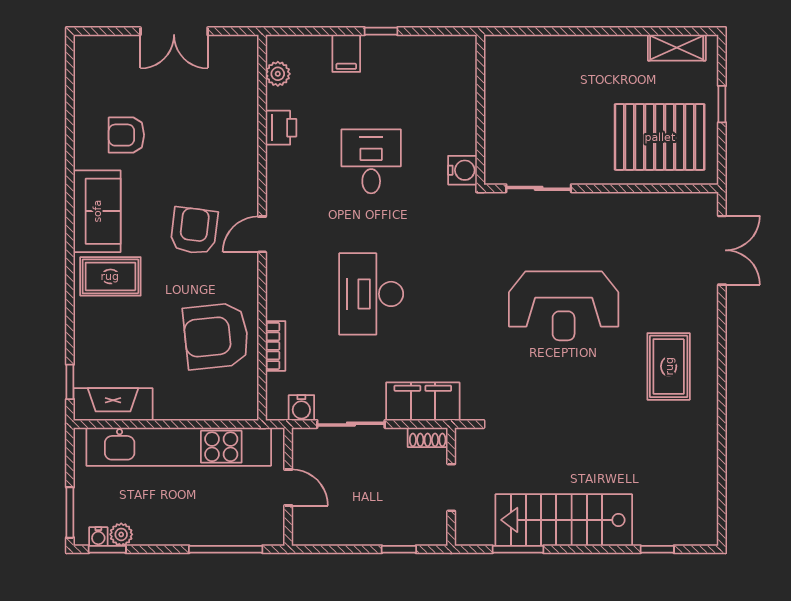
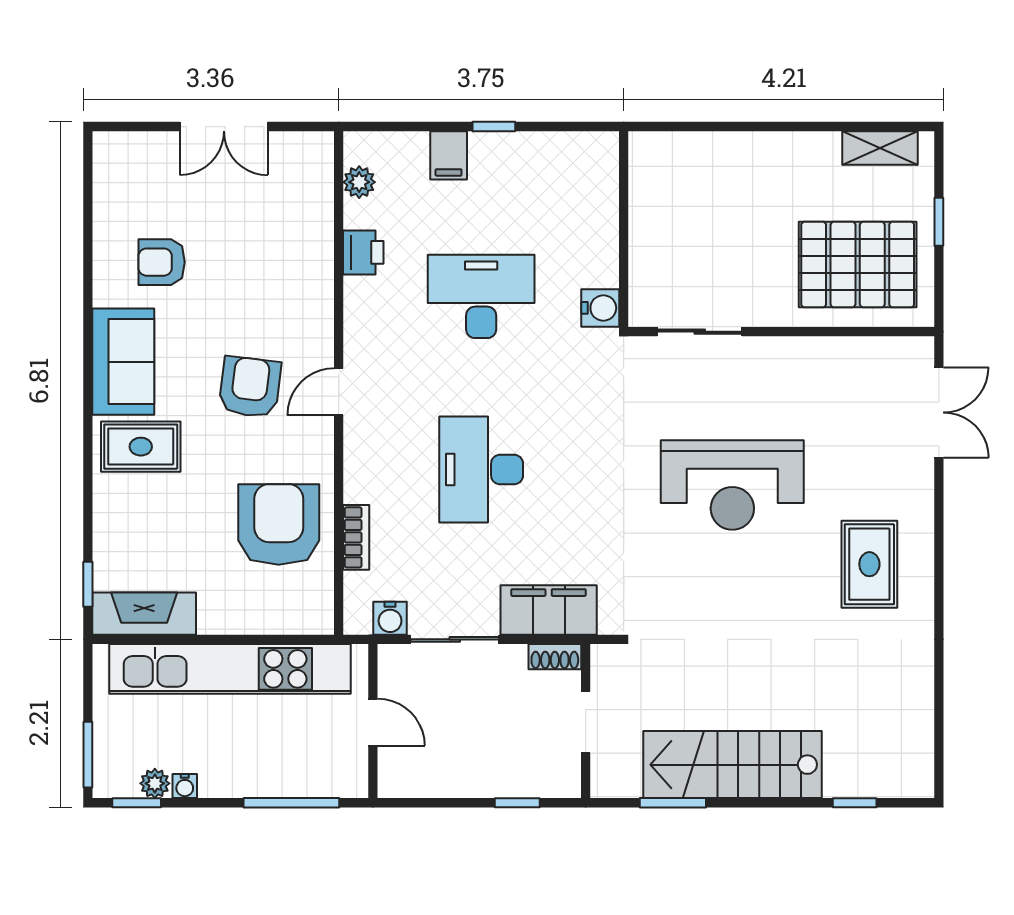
desk: (371, 161) -> (481, 296), width x1.37
armchair: (216, 336) -> (279, 524), turned 96
water cooler: (98, 536) -> (185, 786), moved

